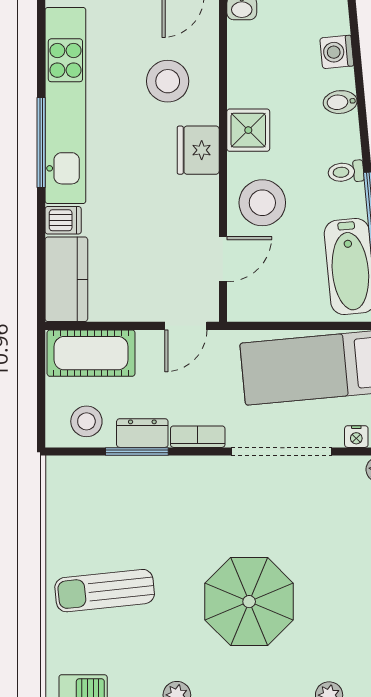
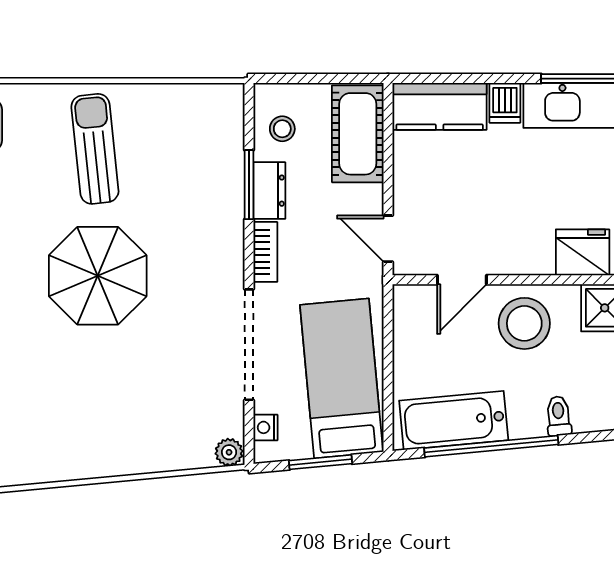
door: (223, 259) -> (462, 280), hinge flipped
stool: (86, 421) -> (282, 129), width x0.73, depth x0.73
parasol: (249, 602) -> (98, 276), moved

